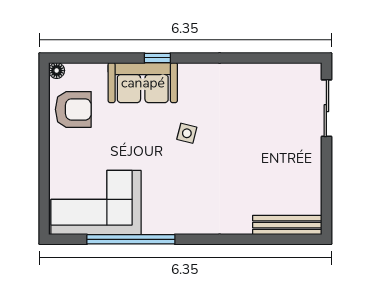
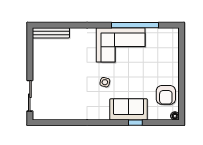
window: (157, 58) -> (135, 123), moved
armchair: (73, 109) -> (166, 95), turned -90
corner sofa: (96, 203) -> (121, 45), moved

